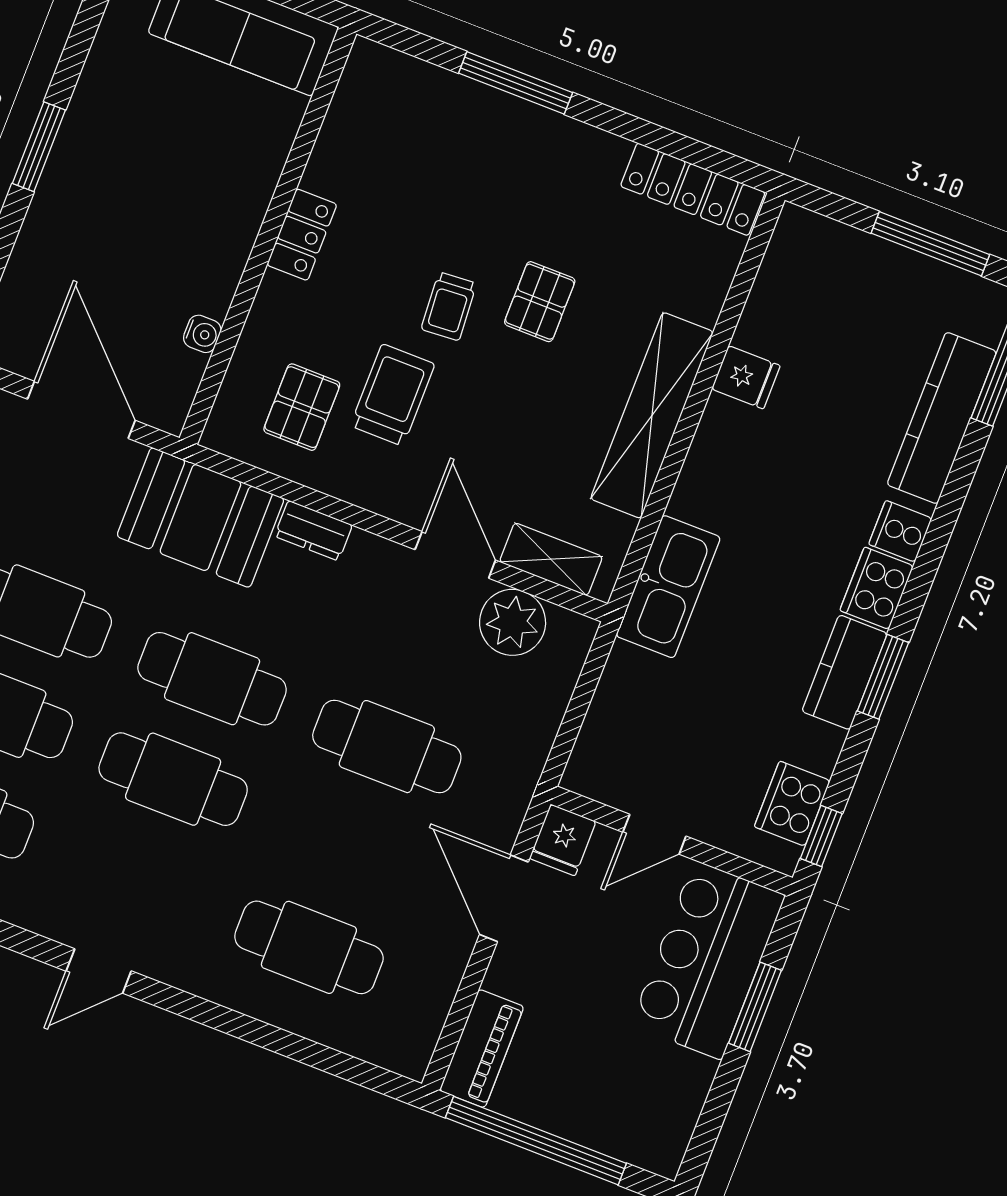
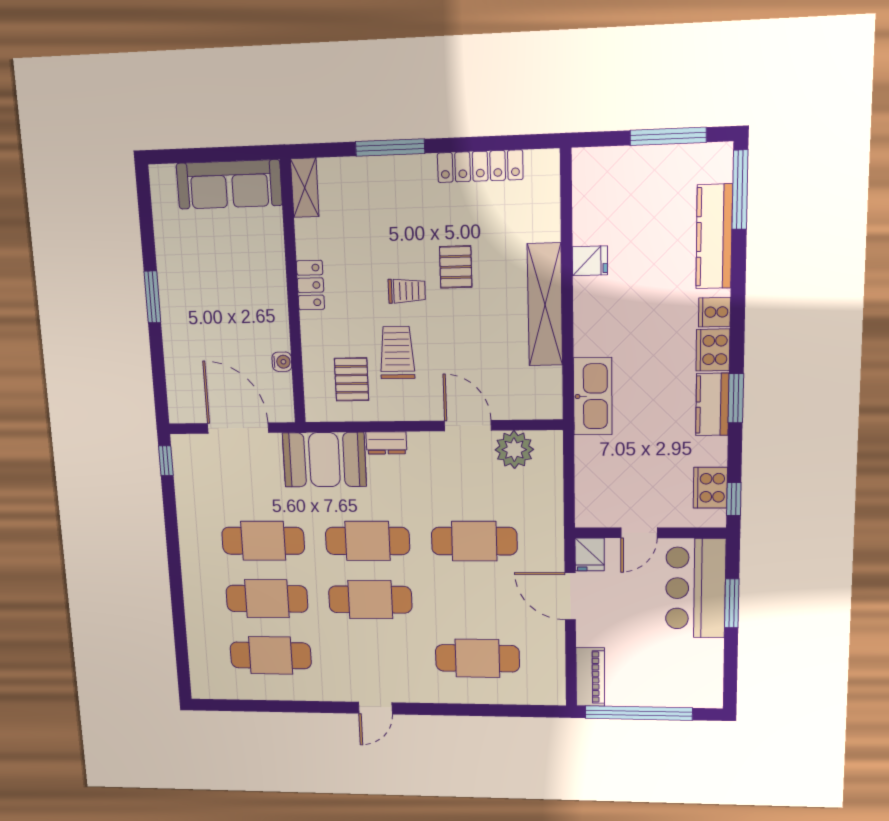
locker: (693, 189) -> (480, 166), moved
trolley: (449, 306) -> (407, 291), turned -86
shelving: (551, 559) -> (305, 188), moved, turned 90

